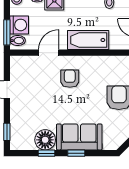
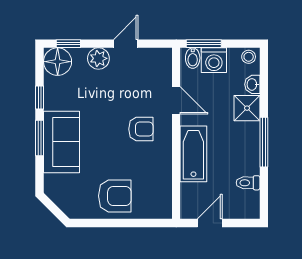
plant: (18, 110) -> (98, 58), added
floor lamp: (45, 140) -> (58, 62), moved
window: (76, 153) -> (40, 138), width x1.50

